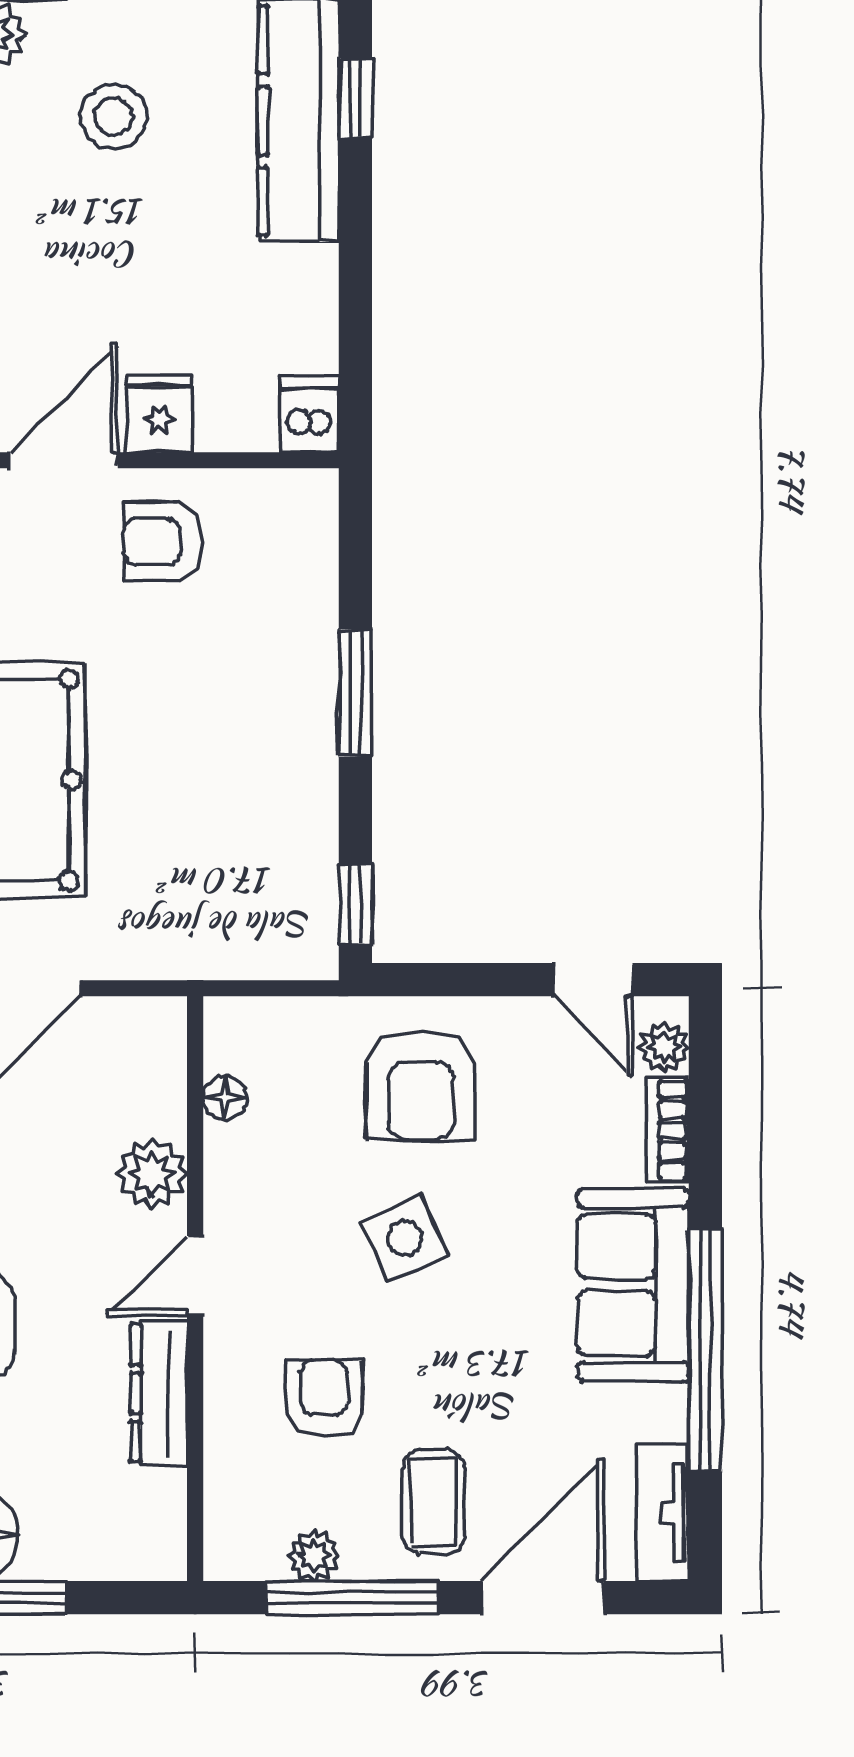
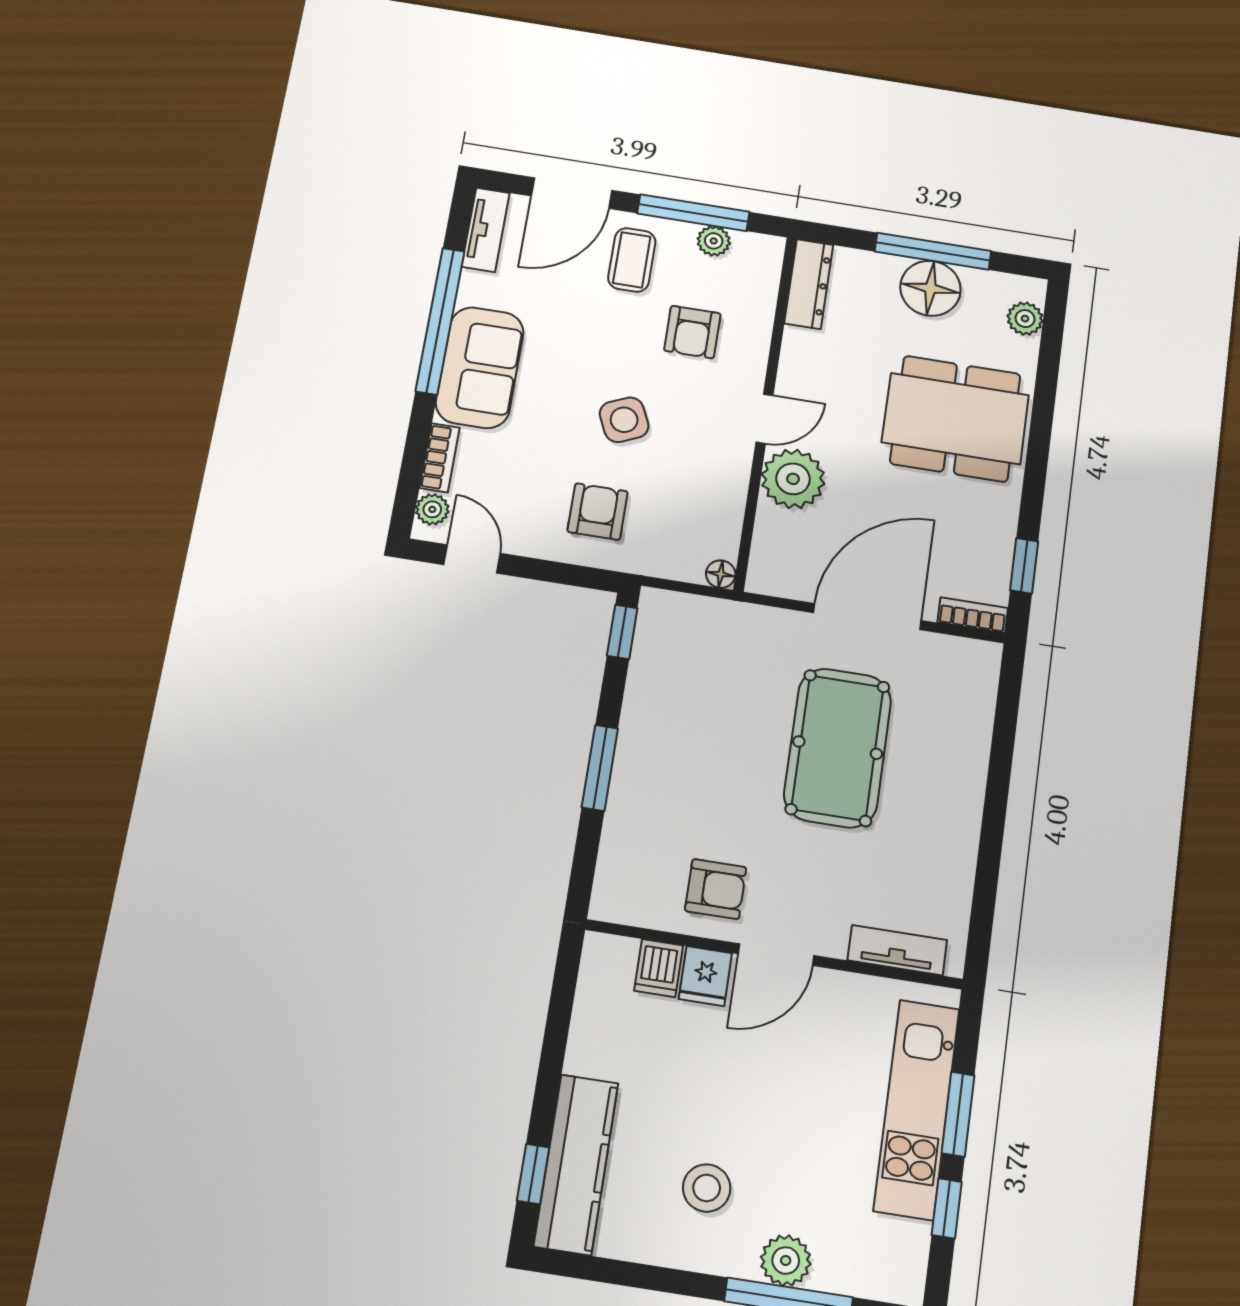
dishwasher: (309, 414) -> (659, 968), moved
armchair: (421, 1085) -> (598, 512), width x0.72, depth x0.72
floor lamp: (225, 1098) -> (721, 574), moved
plant: (152, 1174) -> (793, 479), width x1.36, depth x1.36
dresser: (159, 1393) -> (809, 284), moved

